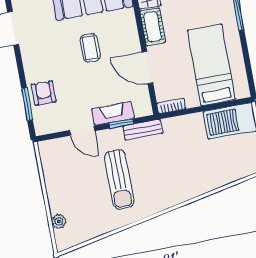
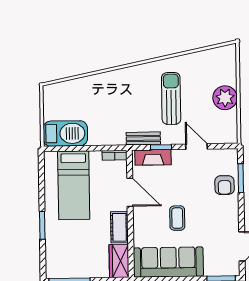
fireplace: (113, 113) -> (153, 157), moved
plant: (59, 221) -> (225, 98), moved, width x1.87, depth x1.87

